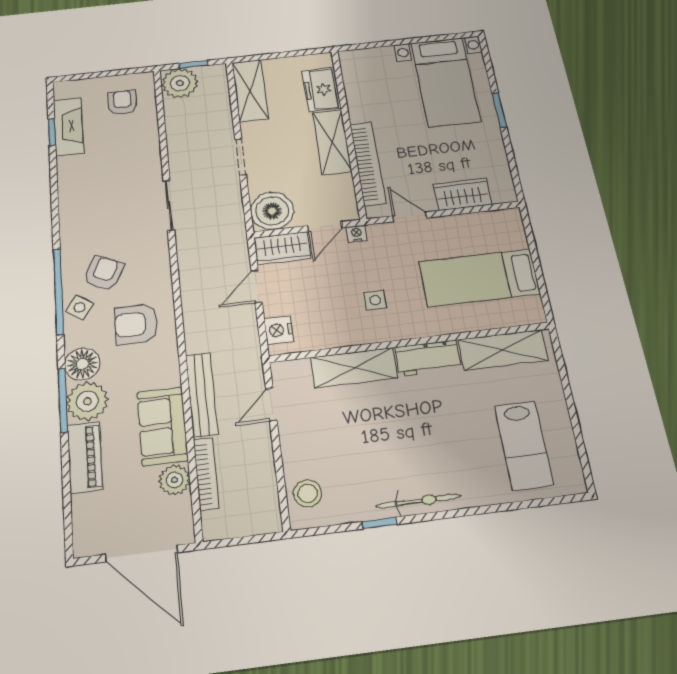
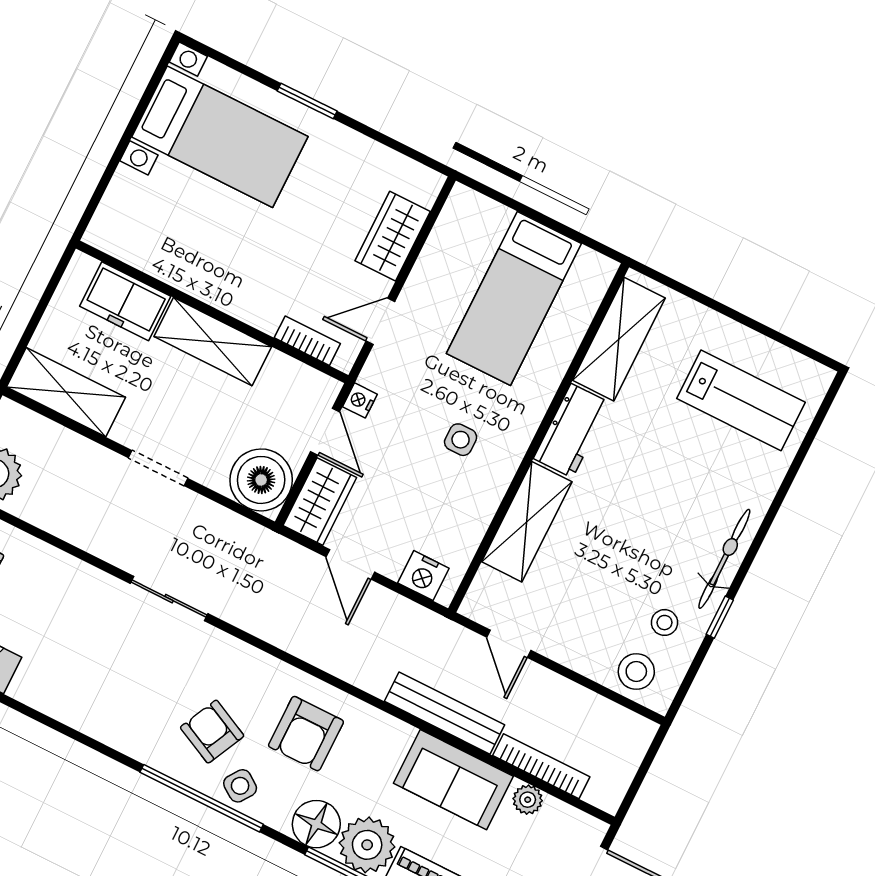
bookcase: (368, 163) -> (307, 341), width x0.43, depth x0.76
plant: (174, 480) -> (528, 800), width x0.73, depth x0.73
stool: (351, 490) -> (665, 623), added

